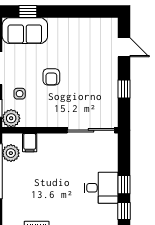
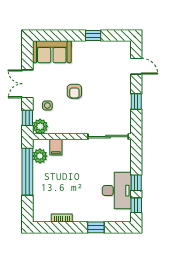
window: (28, 11) -> (93, 36), moved
desk: (101, 188) -> (117, 191), width x1.37

